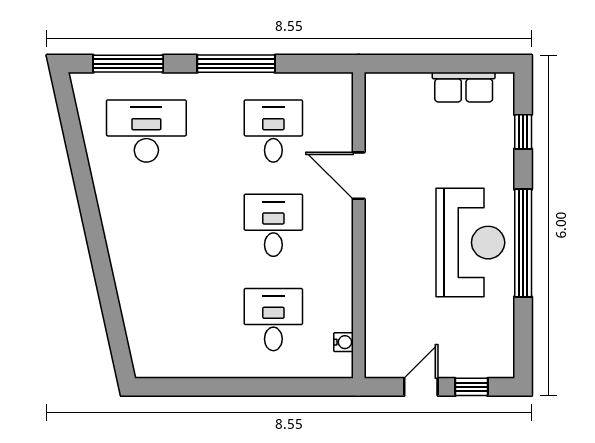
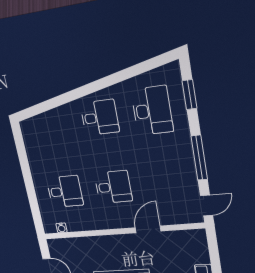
window: (128, 64) -> (190, 95), width x0.69
door: (322, 64) -> (207, 205), added
desk: (273, 131) -> (100, 118), moved

